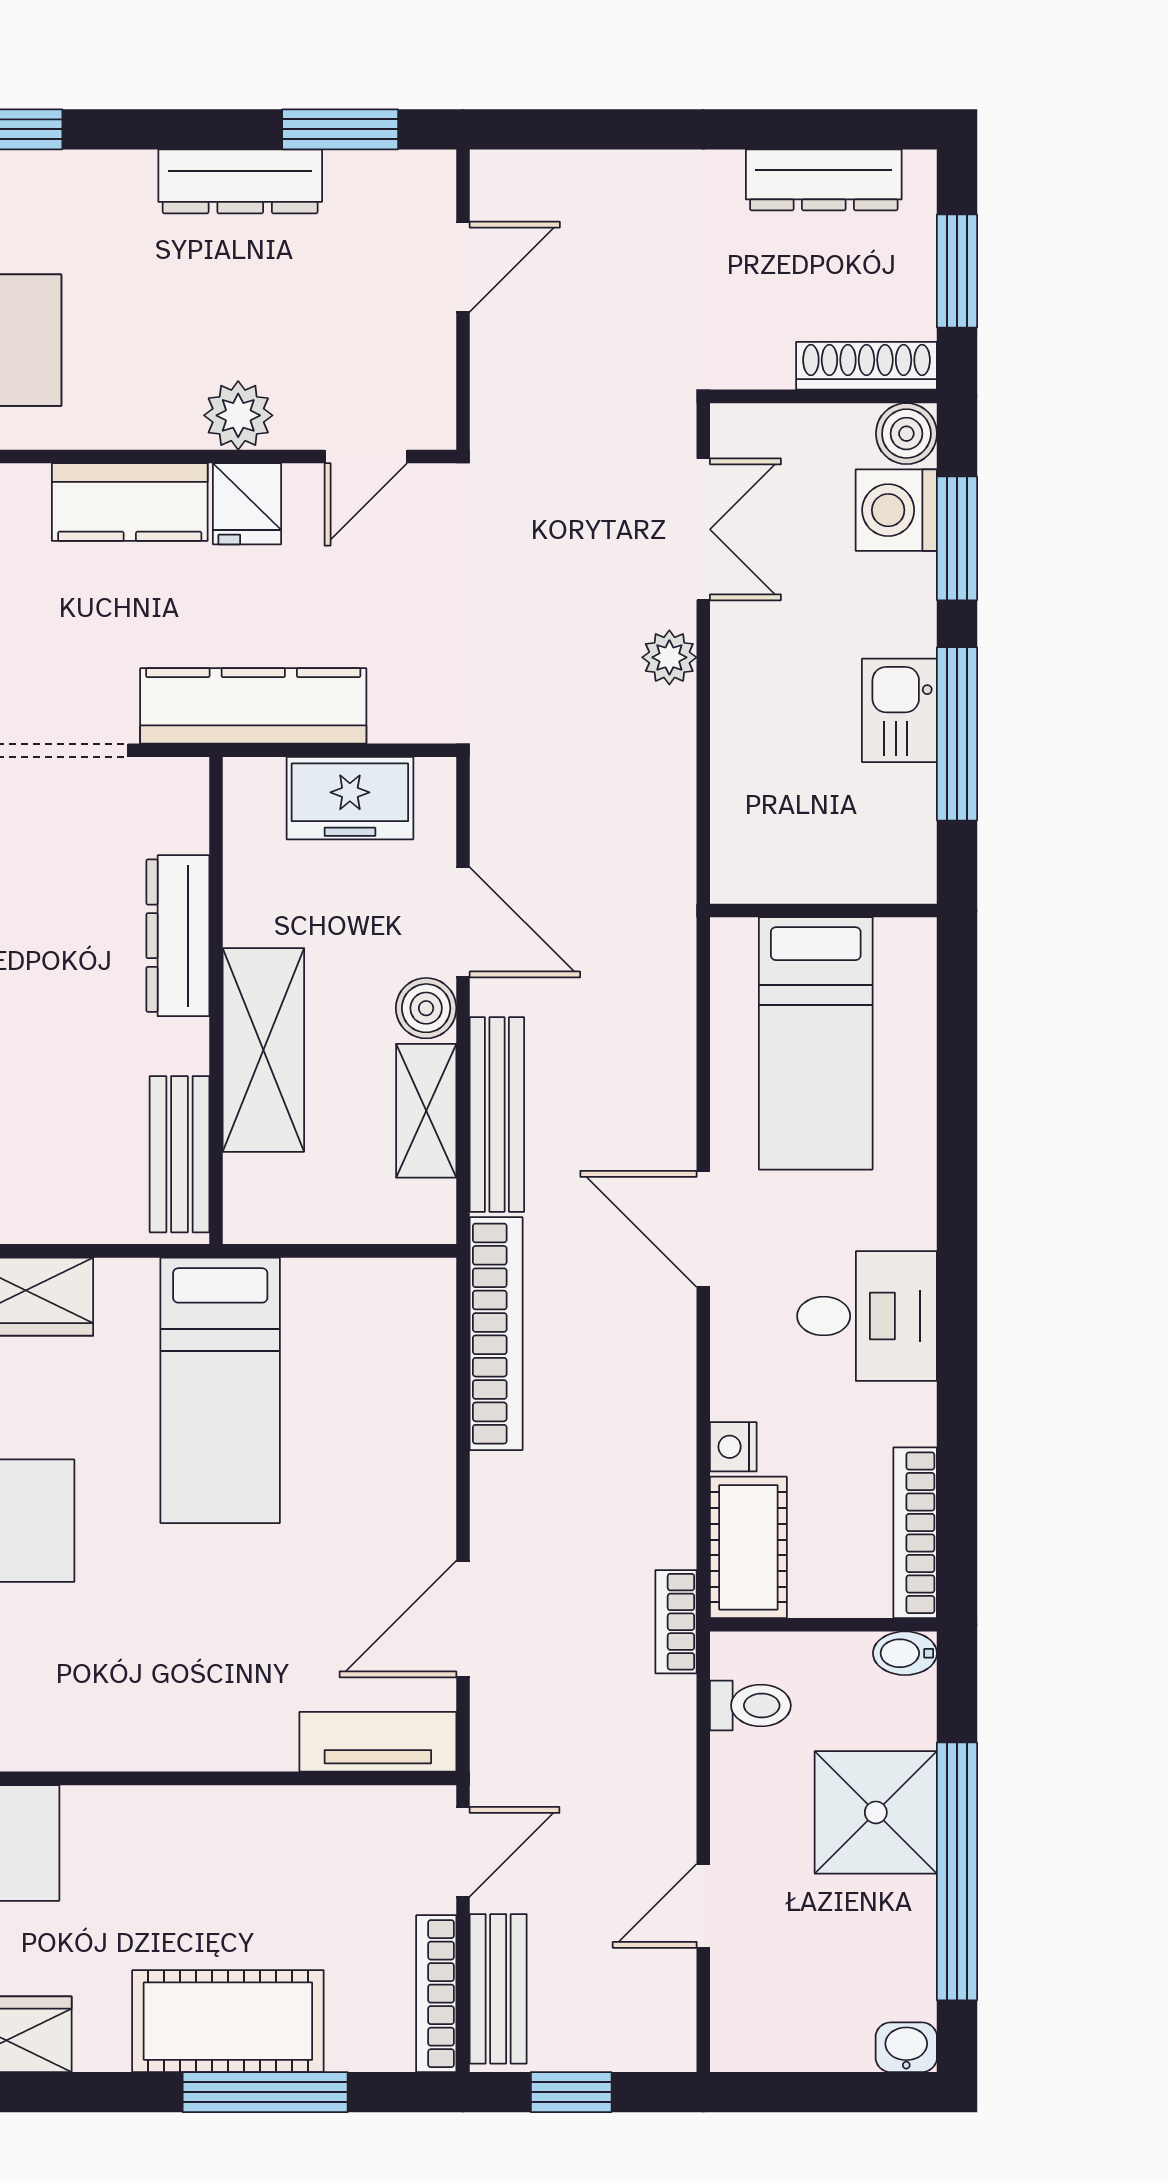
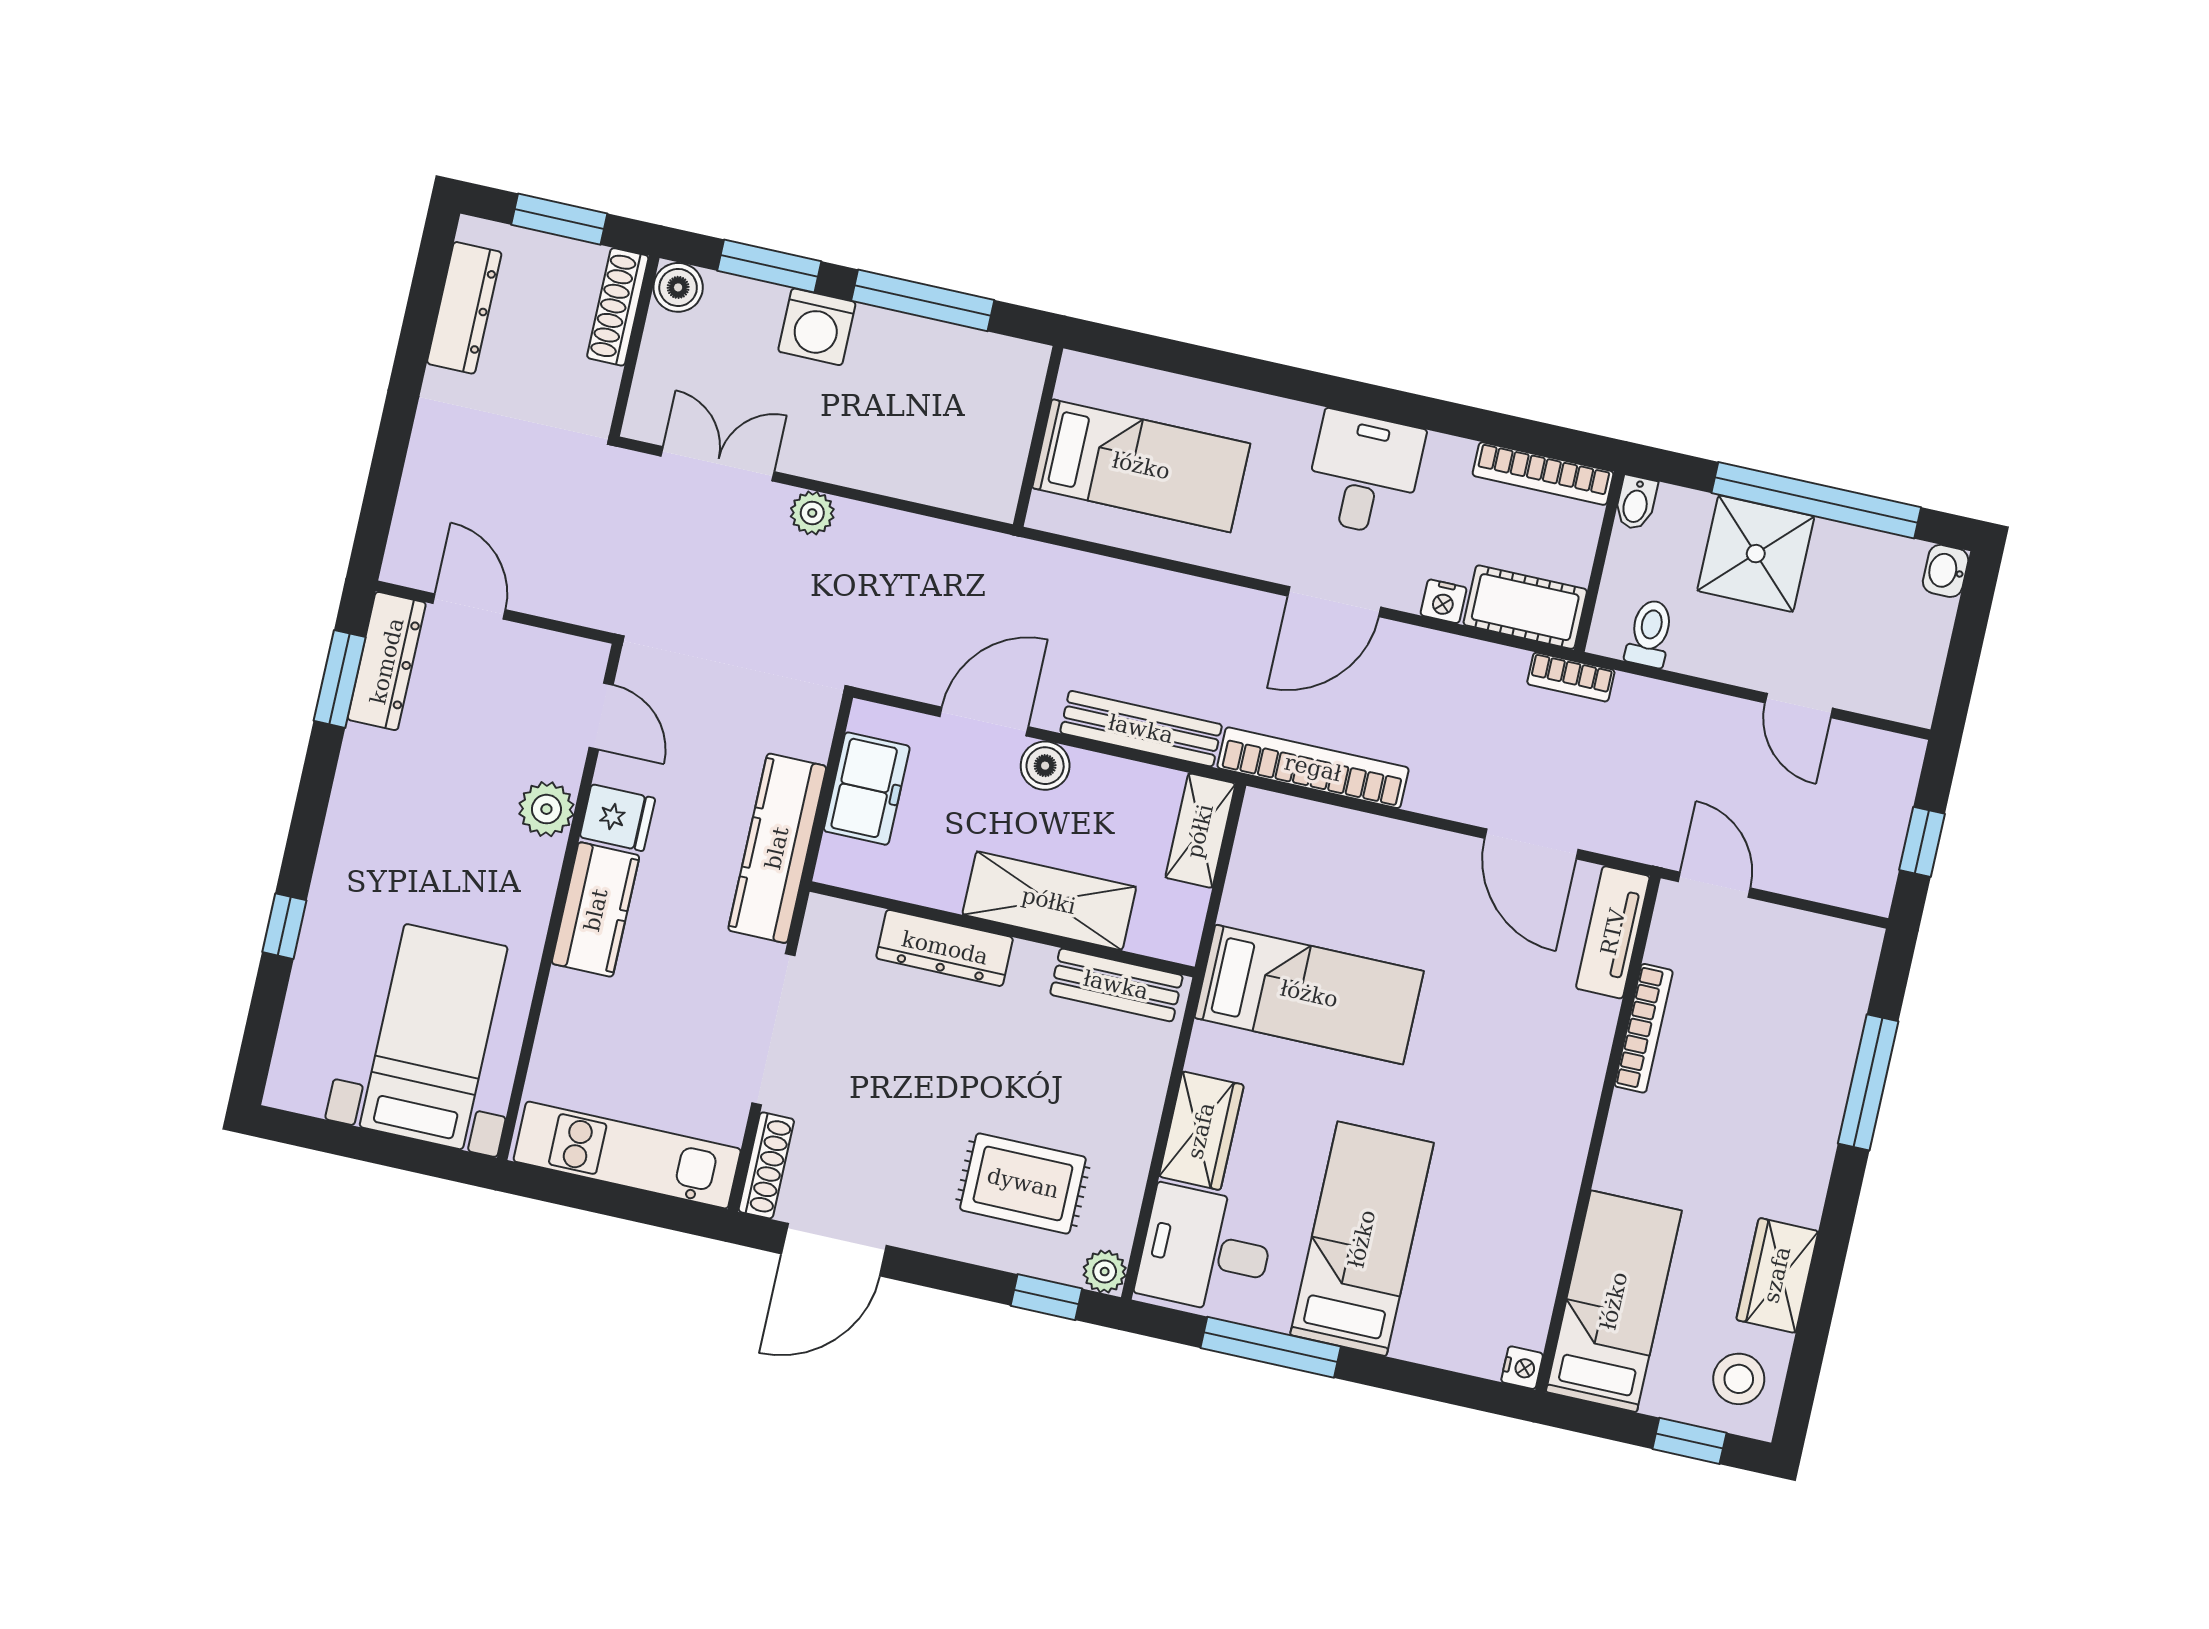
dresser: (240, 181) -> (387, 661), moved
washing machine: (896, 510) -> (817, 327), moved
kitchen sink: (899, 710) -> (894, 342), removed
shelving: (426, 1111) -> (1200, 831), moved, turned 90
door: (703, 1229) -> (1334, 602), moved
bench: (498, 1989) -> (1828, 881), removed
bookcase: (436, 1994) -> (1644, 1028), moved, turned -90
cot: (228, 2021) -> (1806, 1099), removed

